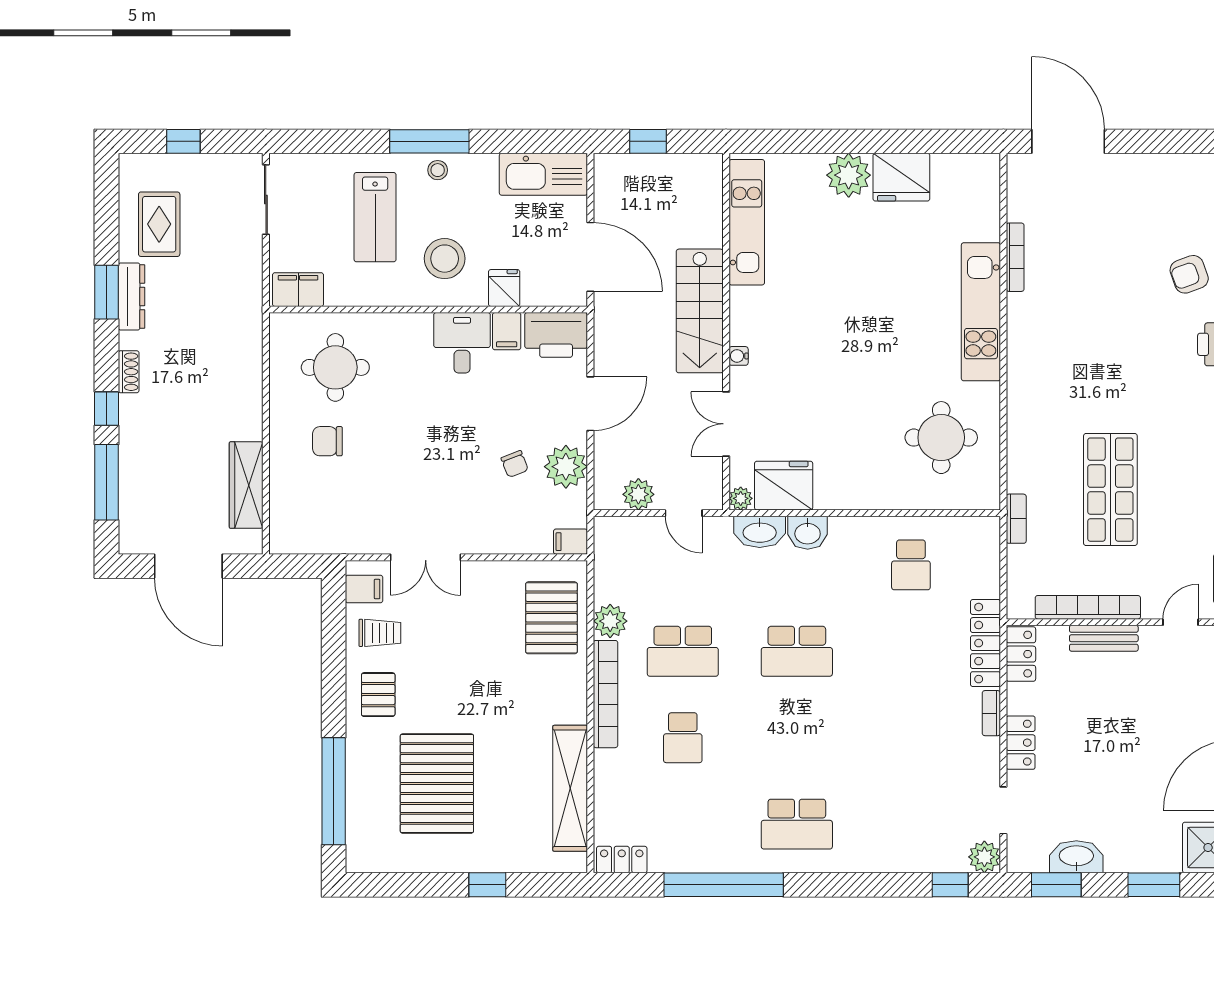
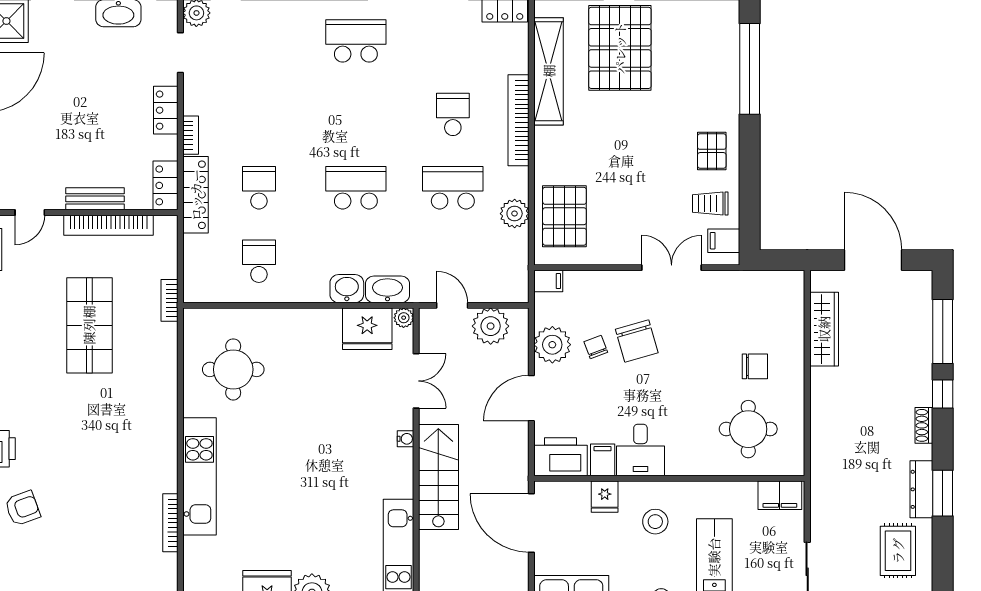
stool: (445, 259) -> (655, 522), width x0.73, depth x0.73
chair: (466, 471) -> (637, 341), added
plant: (638, 494) -> (491, 326), width x1.36, depth x1.36
school desk: (911, 651) -> (259, 188), added
bookcase: (605, 694) -> (519, 120), moved
pallet: (437, 784) -> (620, 48), moved

